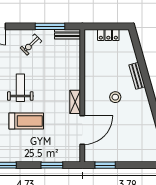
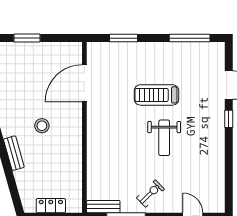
shelving: (75, 102) -> (94, 120), removed
window: (105, 165) -> (27, 38), moved

